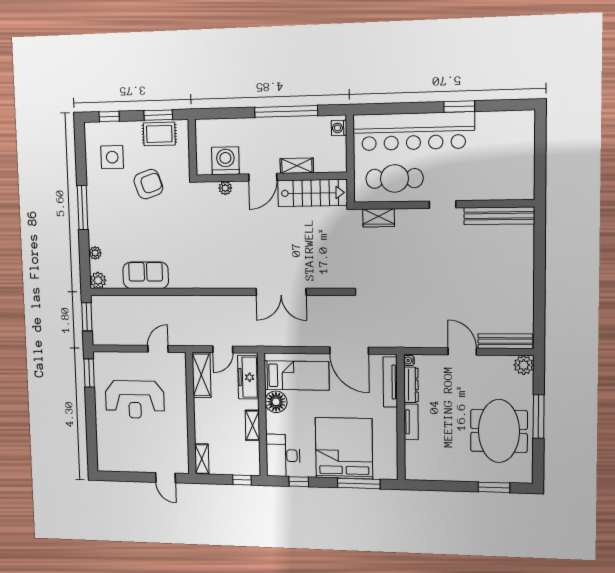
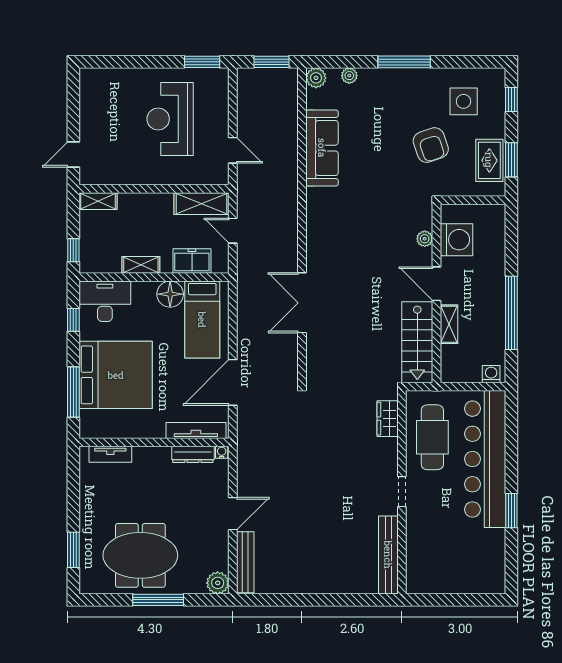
sofa: (146, 275) -> (322, 148), width x1.36
freezer: (248, 377) -> (192, 261), width x0.71
tv unit: (411, 422) -> (110, 454), moved

